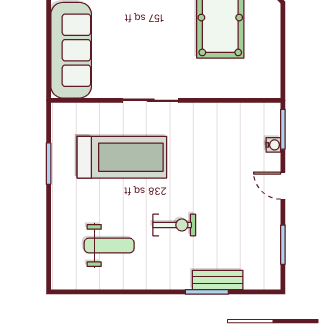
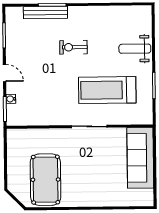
weight bench: (109, 246) -> (135, 49), moved
bench: (218, 280) -> (45, 13), width x1.36

